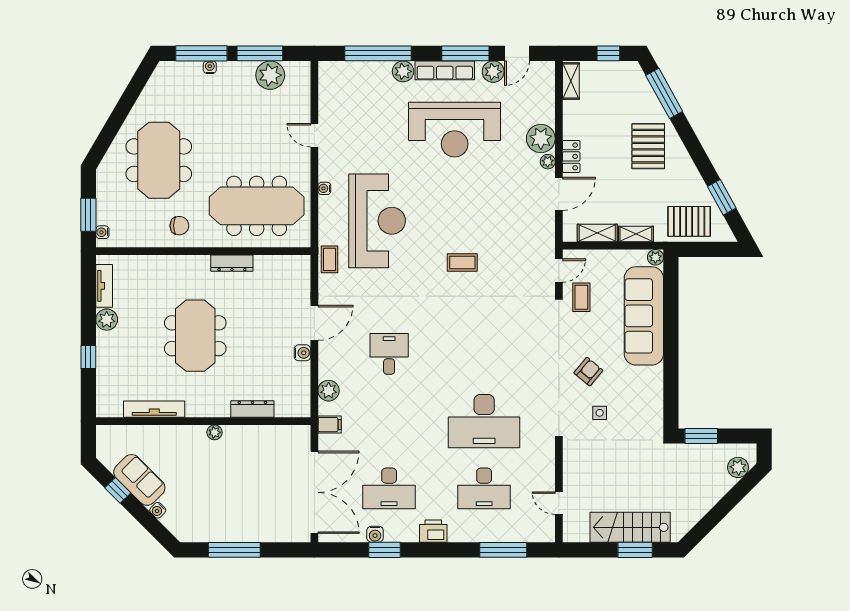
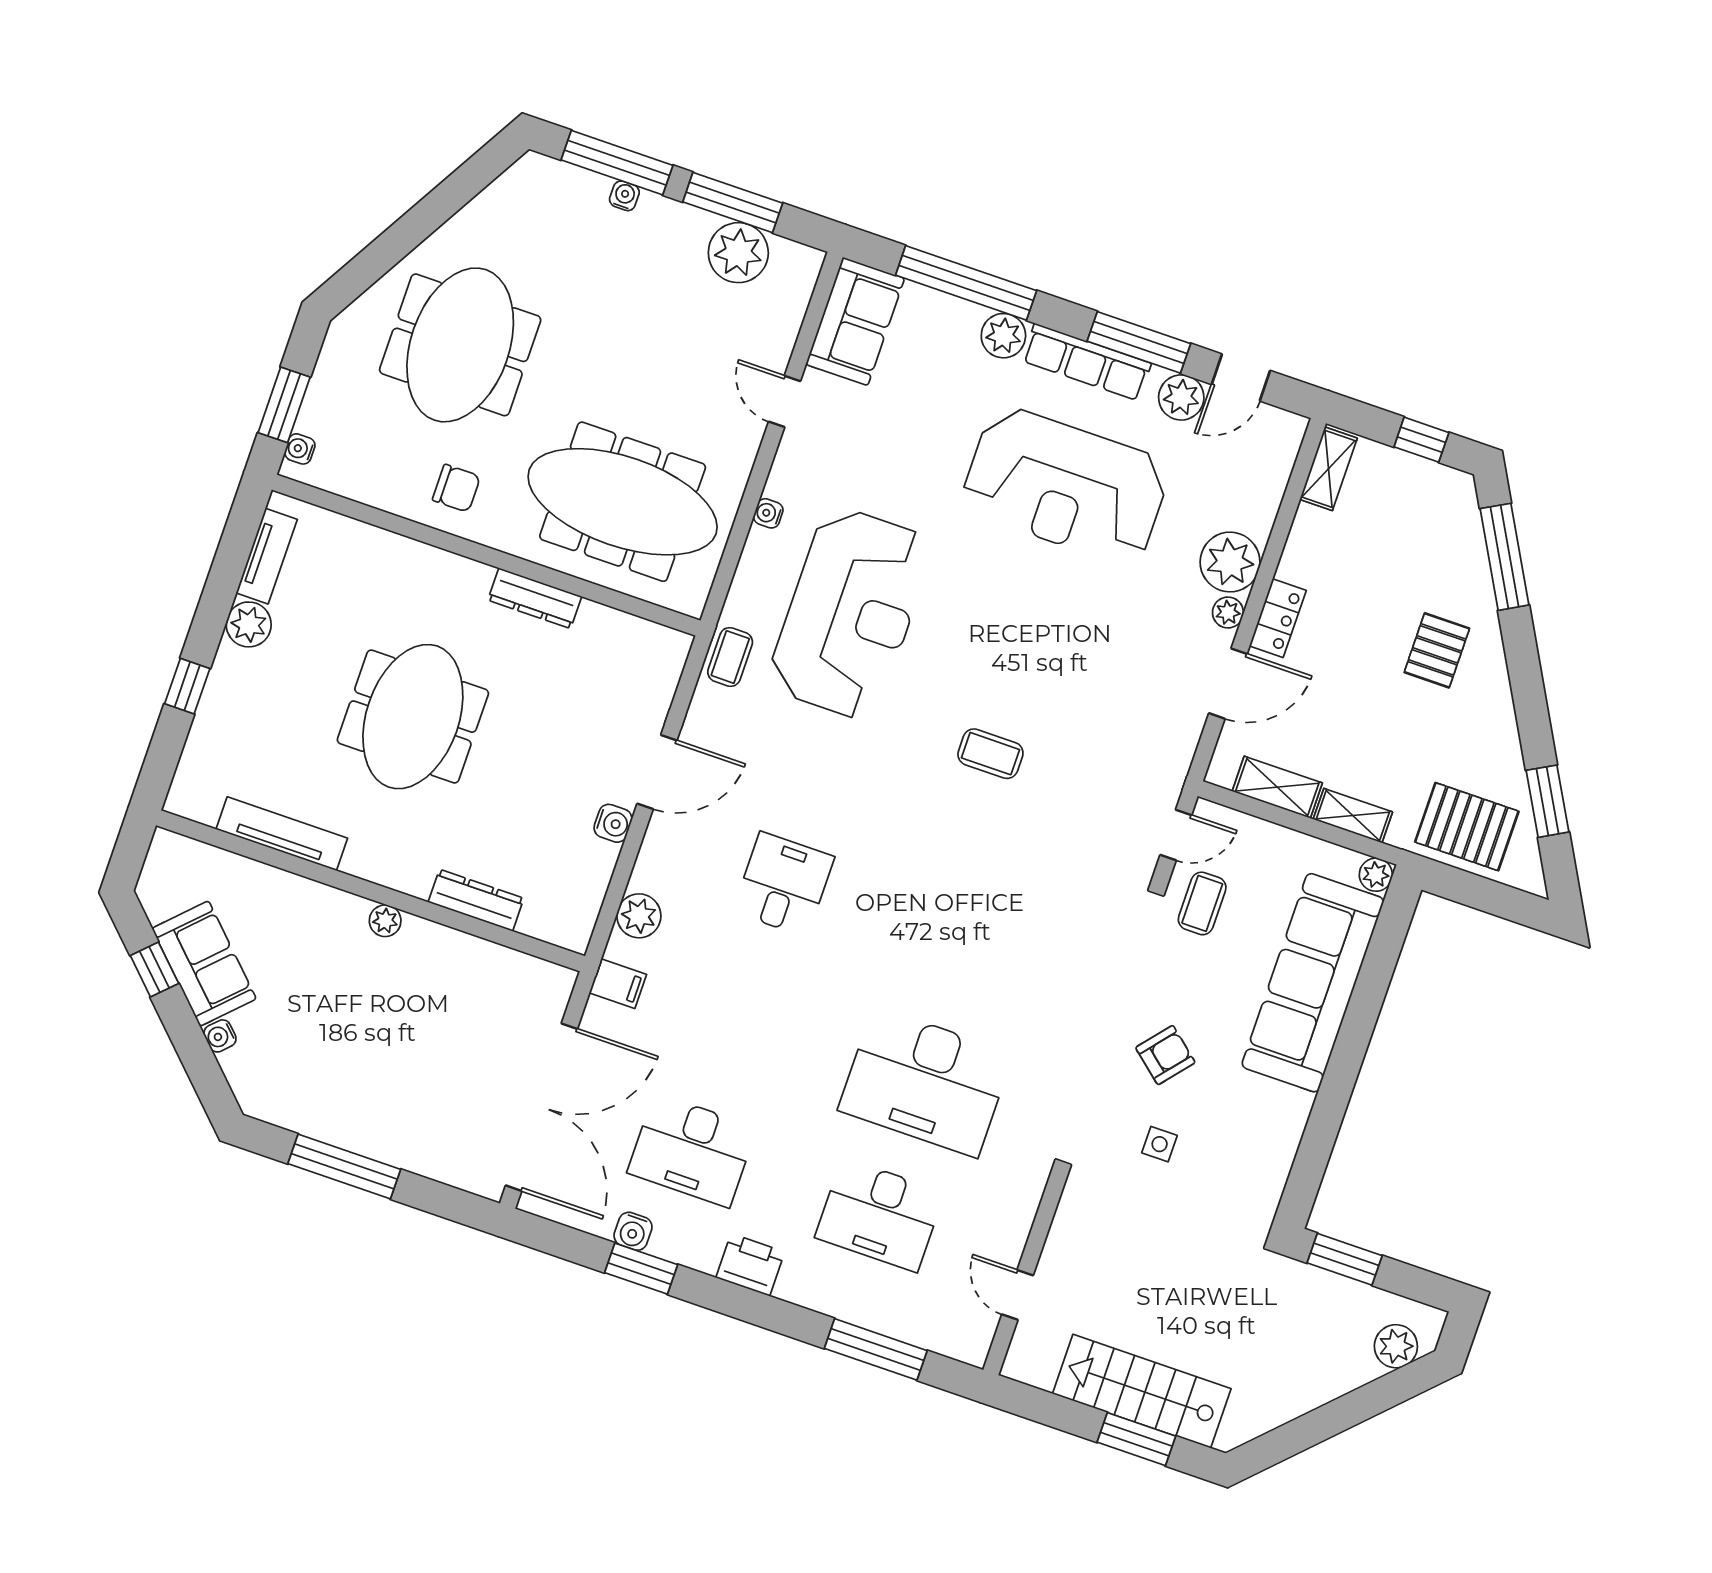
sofa: (334, 88) -> (855, 321), added
pallet: (648, 146) -> (1437, 650), width x0.67, depth x0.71

